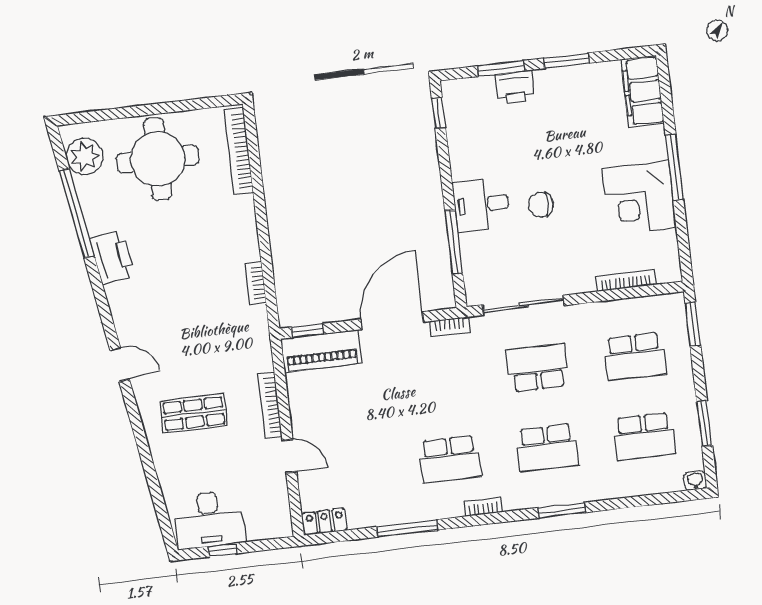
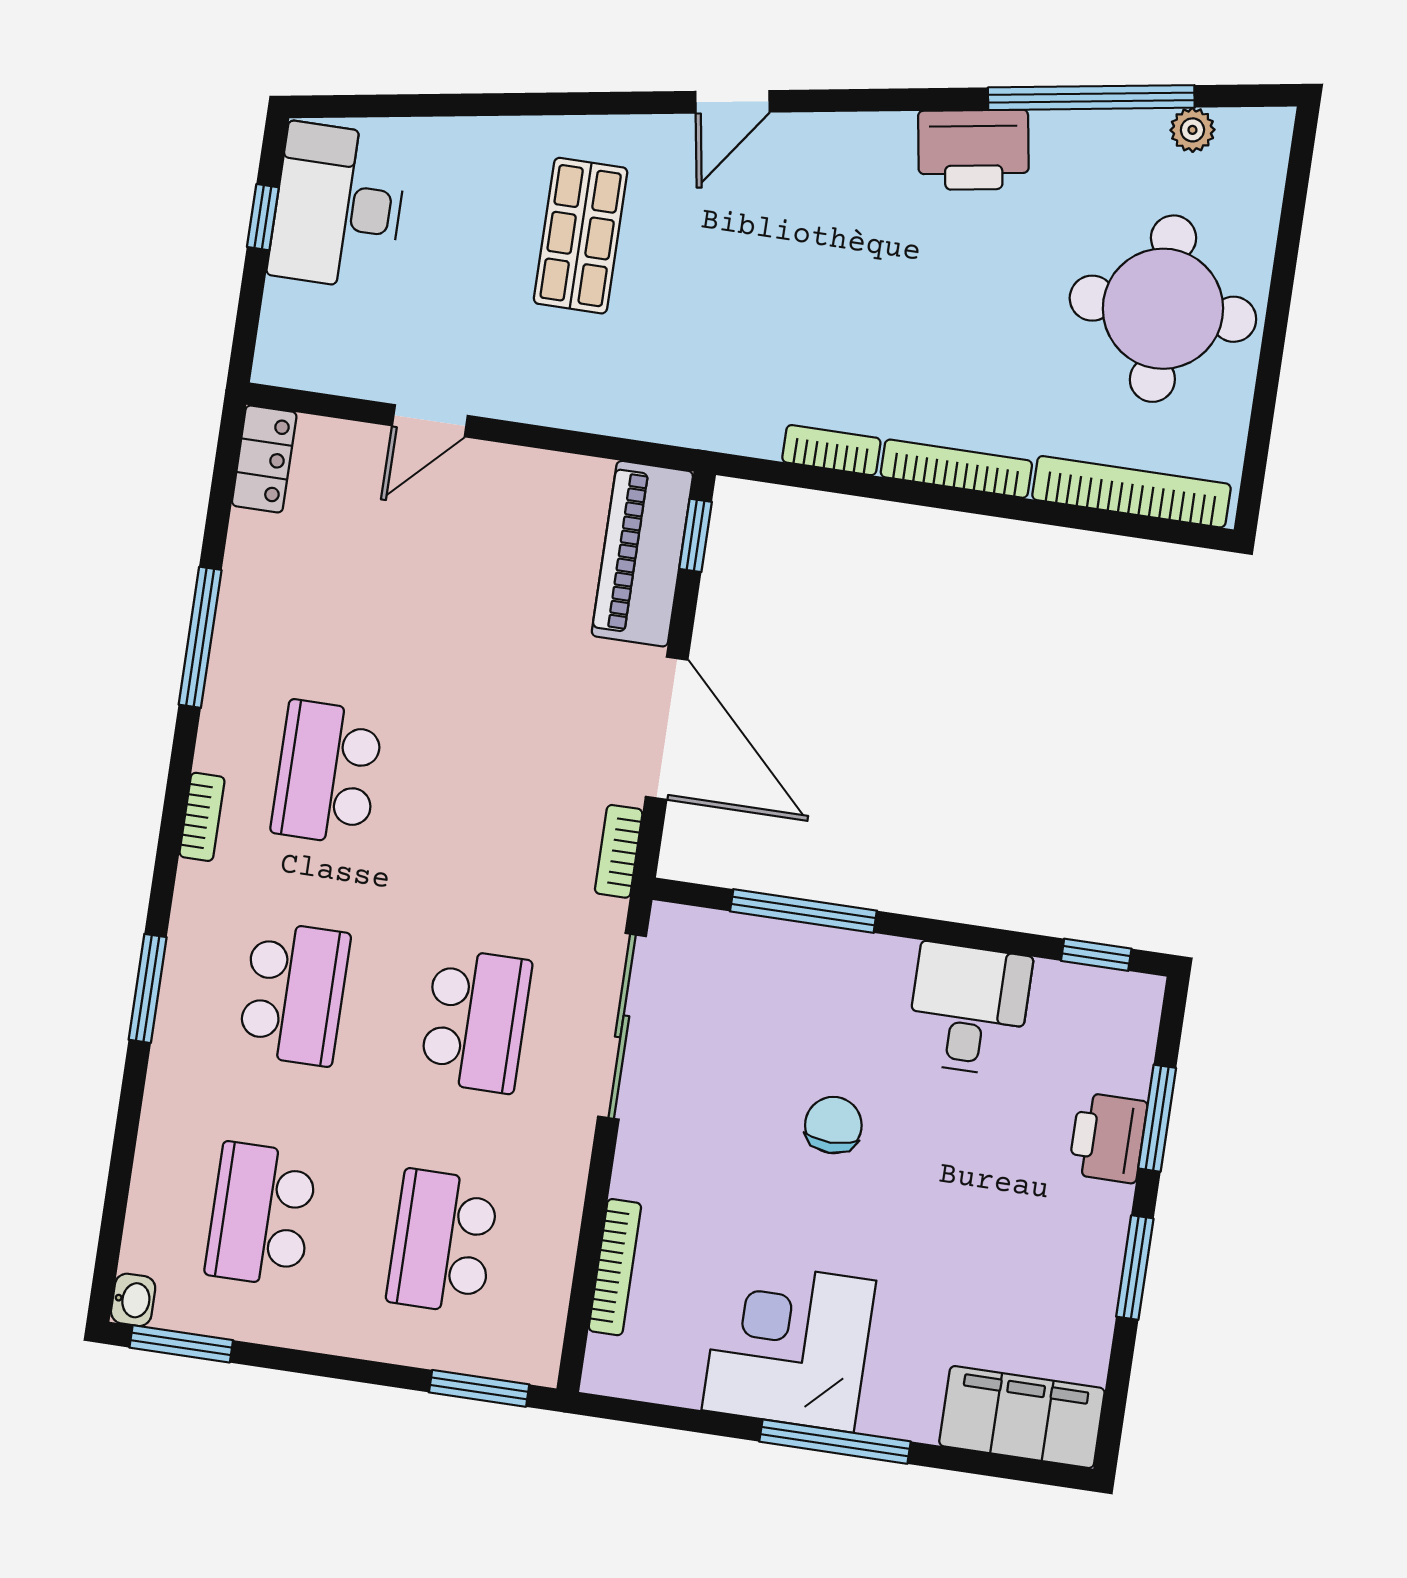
plant: (85, 156) -> (1192, 130), width x0.53, depth x0.53
desk: (481, 204) -> (969, 1009), moved
bookcase: (270, 405) -> (956, 469), moved
window: (705, 424) -> (181, 1344), moved
school desk: (547, 448) -> (294, 994), turned 180

